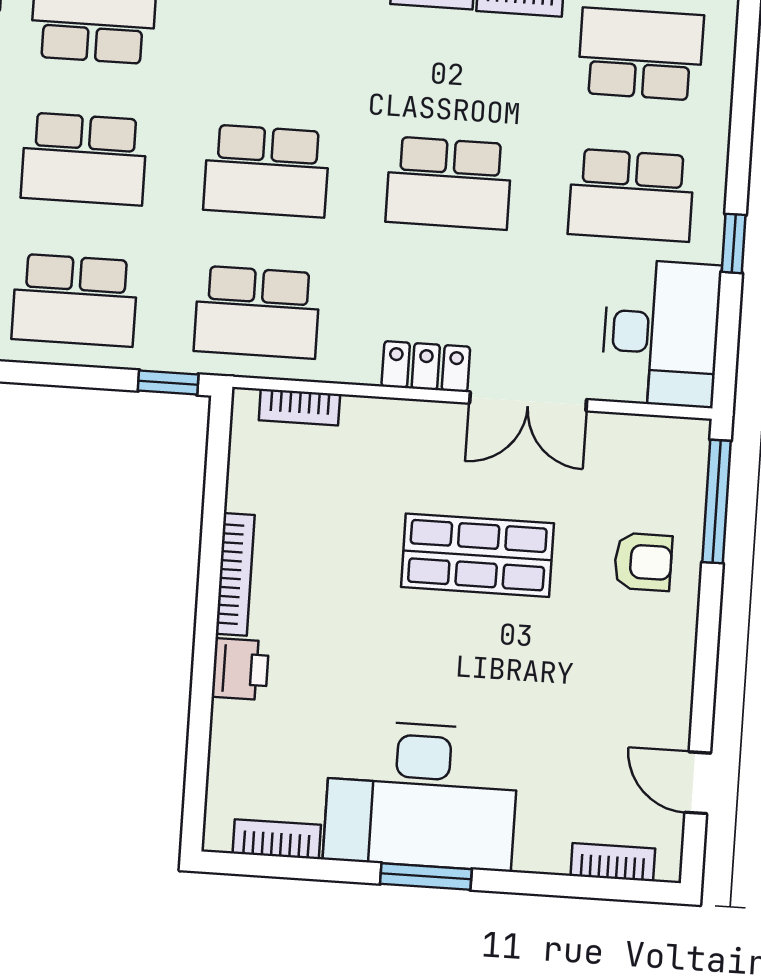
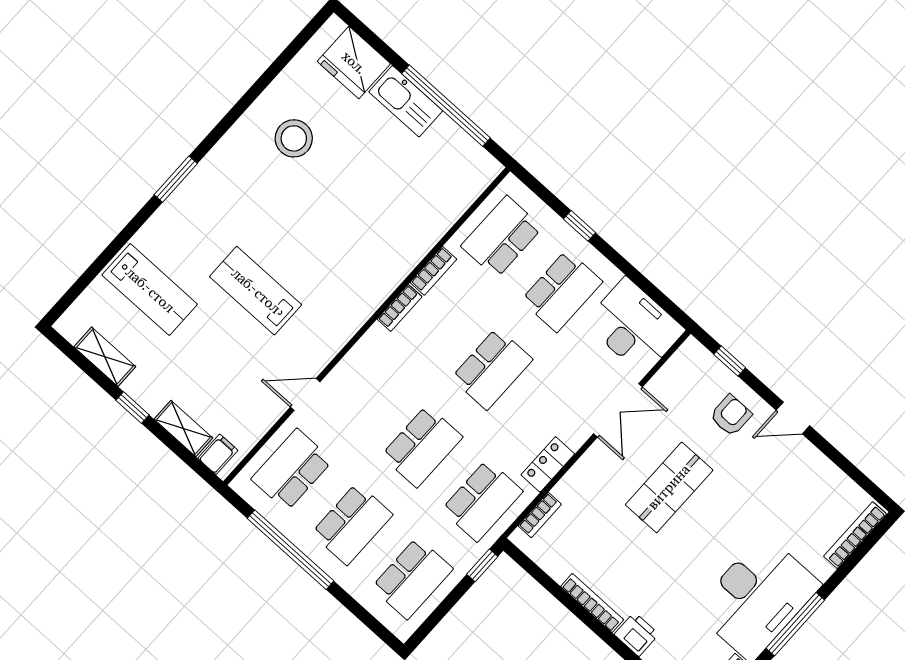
window: (734, 243) -> (579, 226), moved
locker: (426, 367) -> (548, 464), moved
window: (716, 501) -> (730, 361), width x0.46
door: (698, 783) -> (793, 418), moved
bookcase: (613, 862) -> (855, 535), width x1.56
window: (426, 876) -> (795, 624), width x1.44

